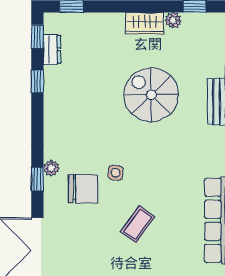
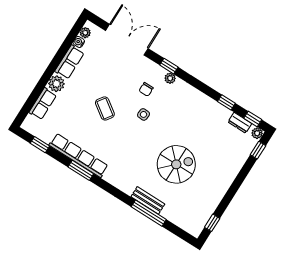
plant: (173, 20) -> (257, 133), moved
wardrobe: (144, 23) -> (221, 187), removed
chair: (83, 189) -> (146, 89), width x0.54, depth x0.54

